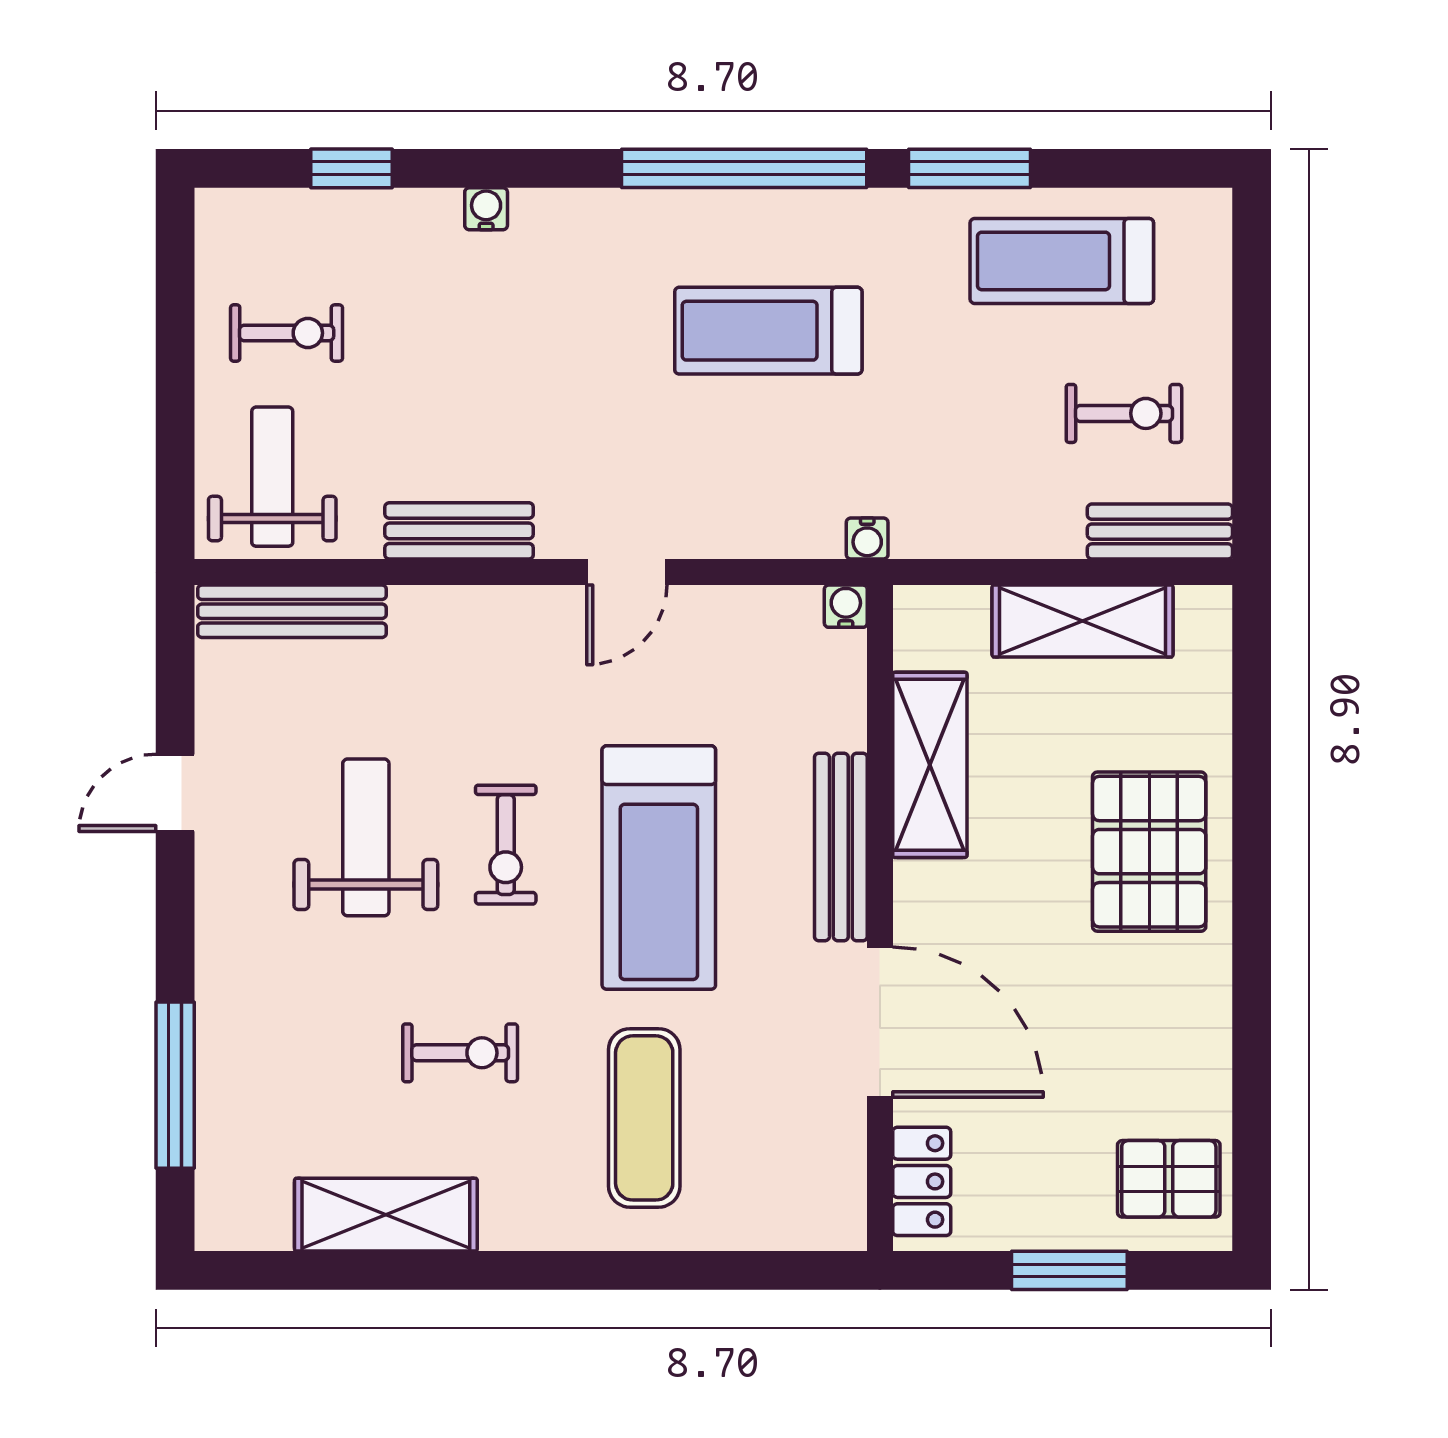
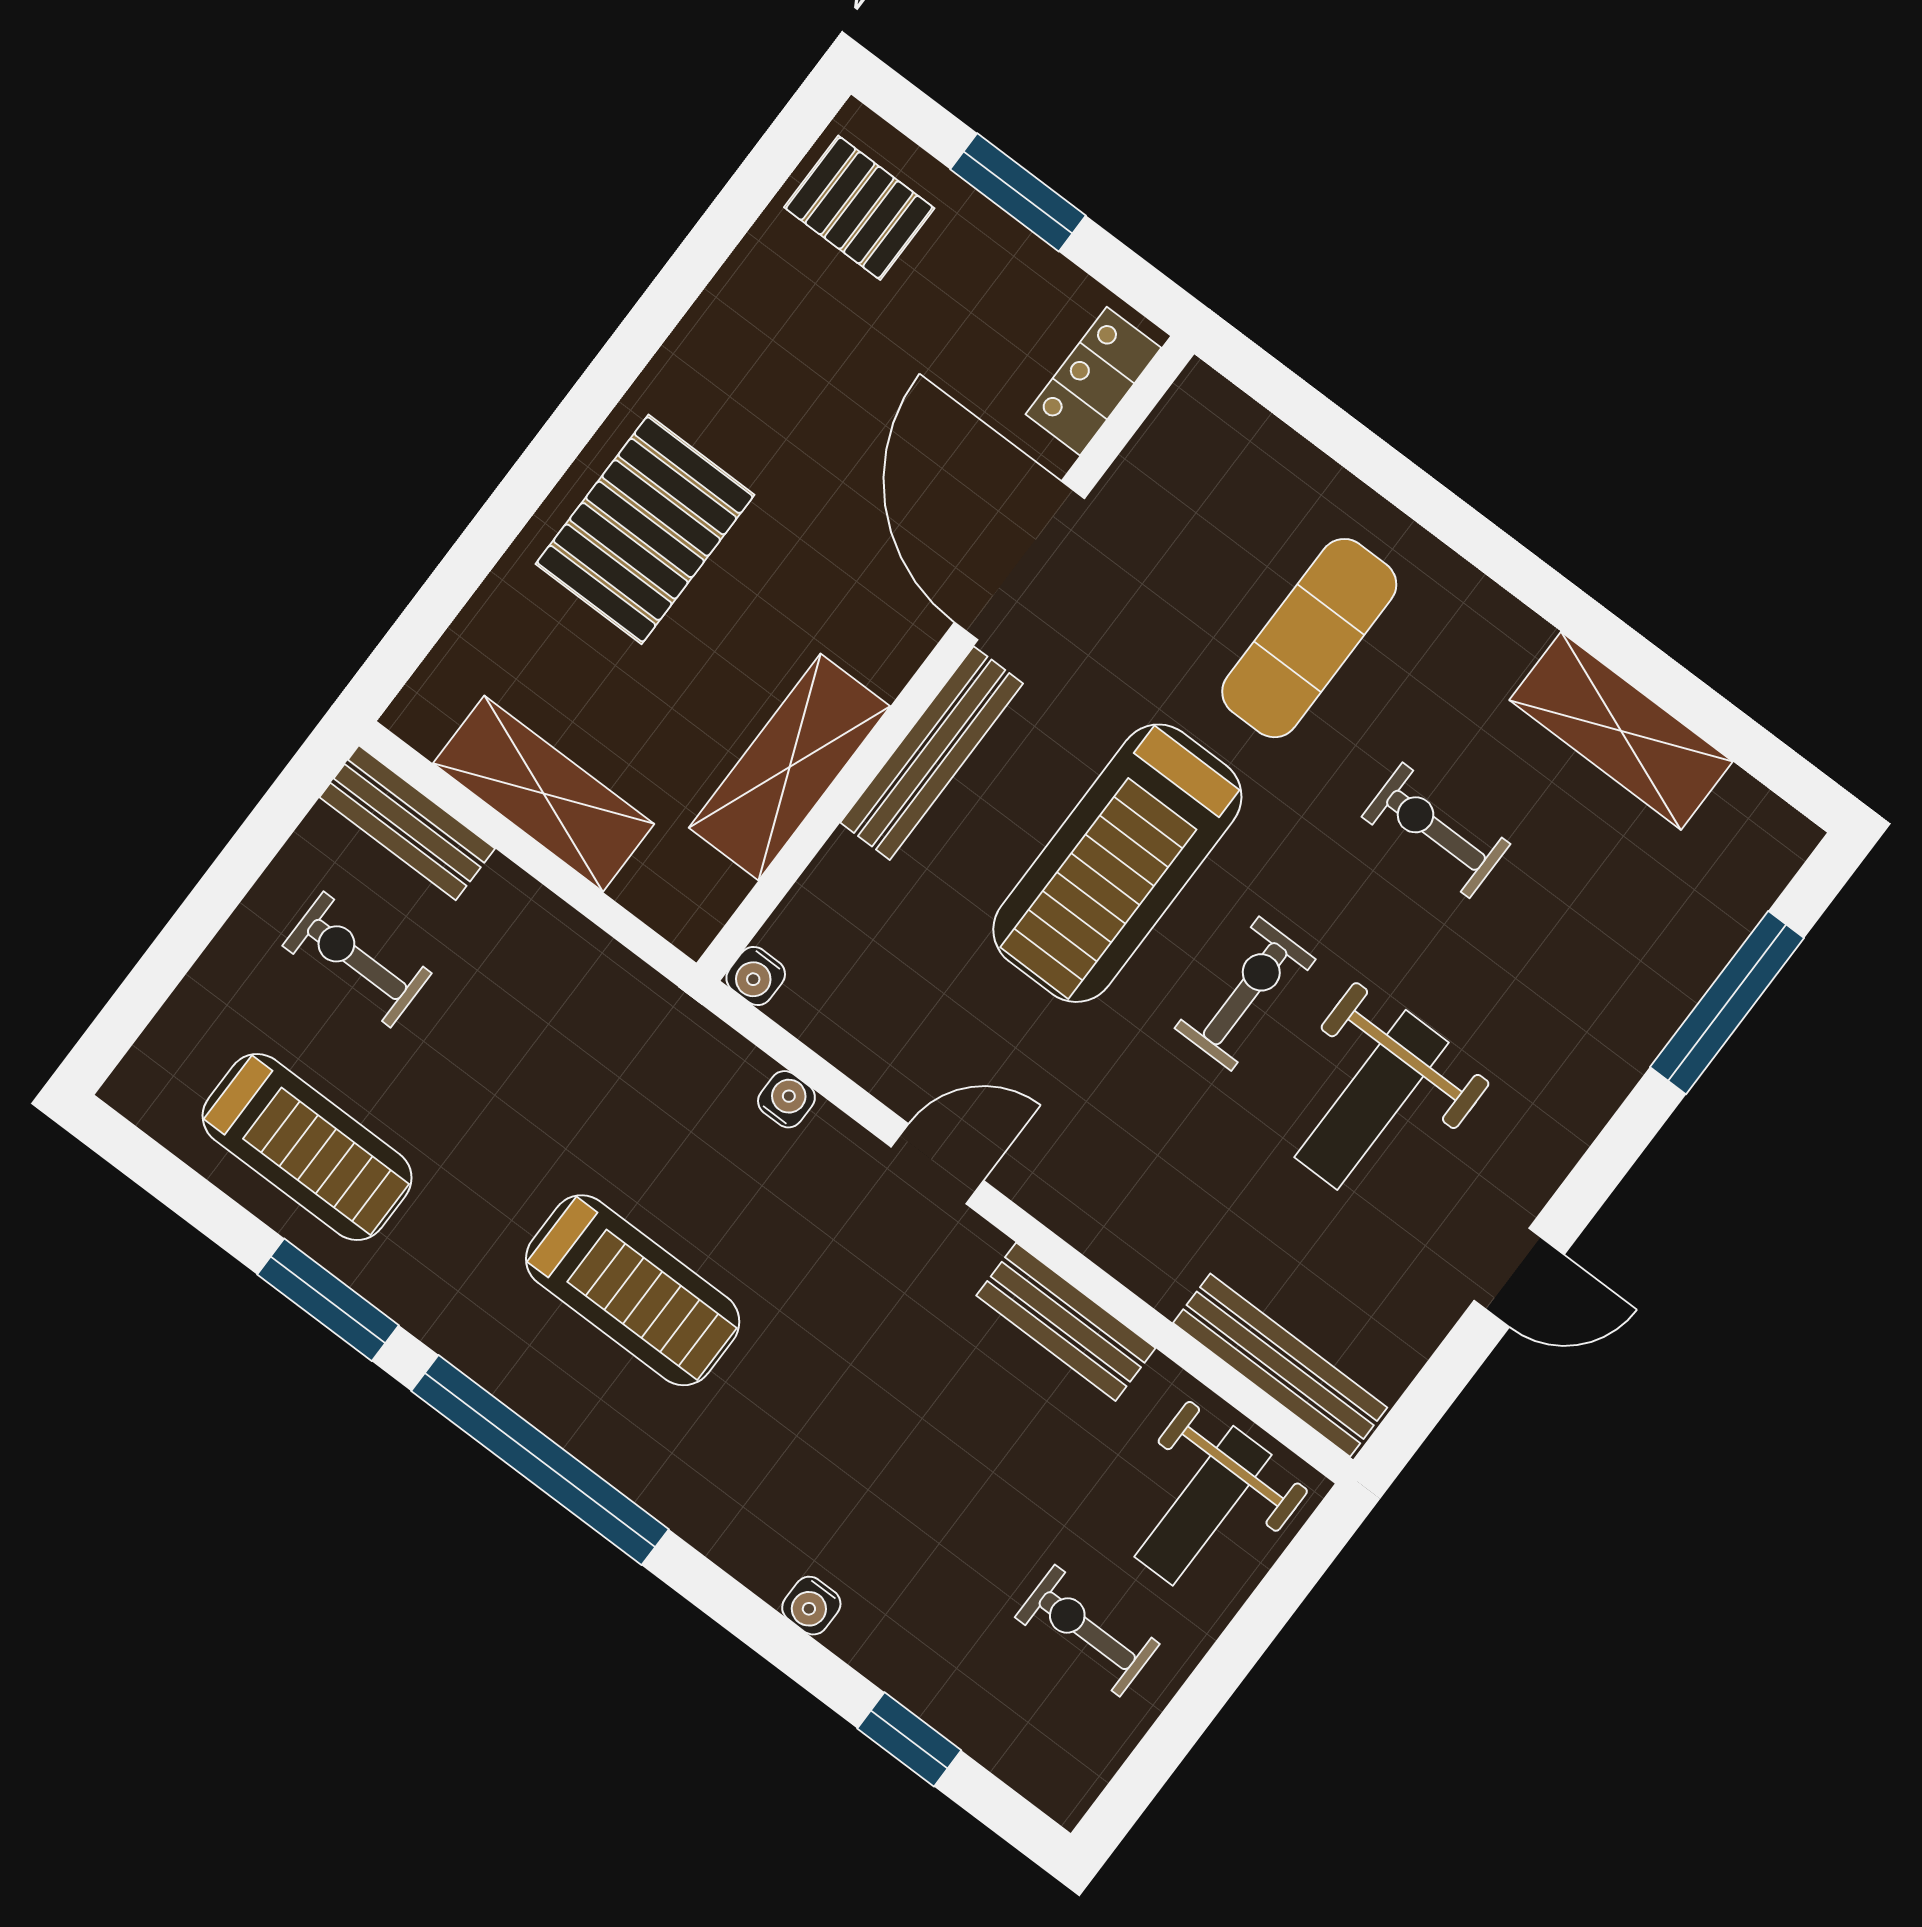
water cooler: (867, 539) -> (786, 1099), moved
treadmill: (659, 868) -> (1117, 863), turned 180

